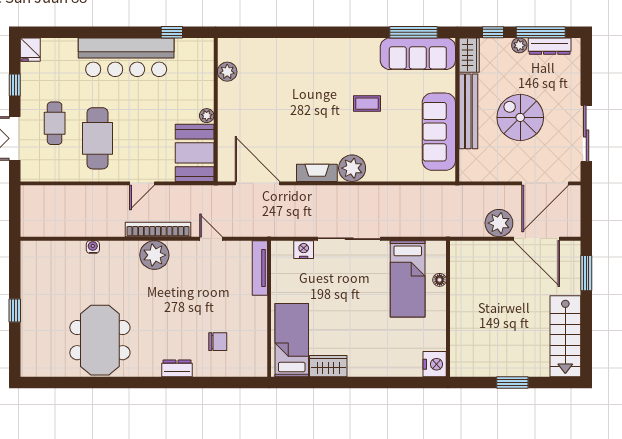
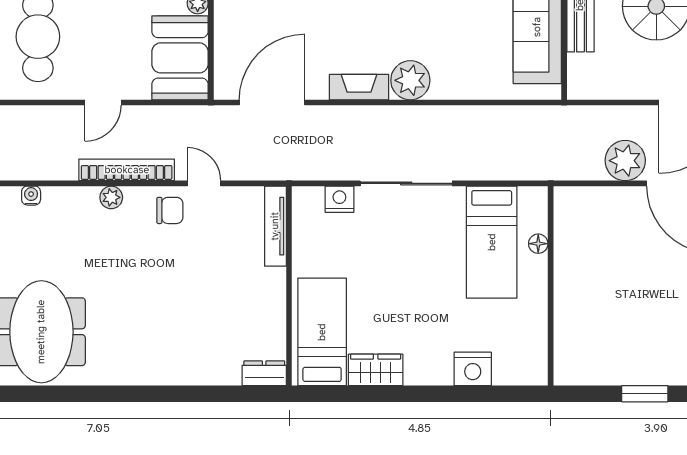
door: (258, 183) -> (272, 103), hinge flipped
plant: (154, 255) -> (111, 197), width x0.53, depth x0.53
chair: (218, 342) -> (170, 210), moved
nightstand: (435, 364) -> (473, 369), moved, turned 90
dresser: (177, 368) -> (264, 373), moved

